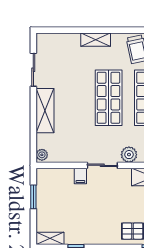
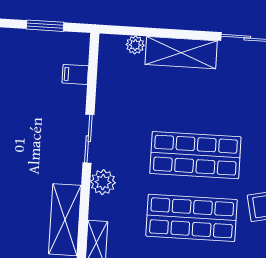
plant: (42, 155) -> (135, 45), moved
filing cabinet: (80, 176) -> (75, 74), moved

